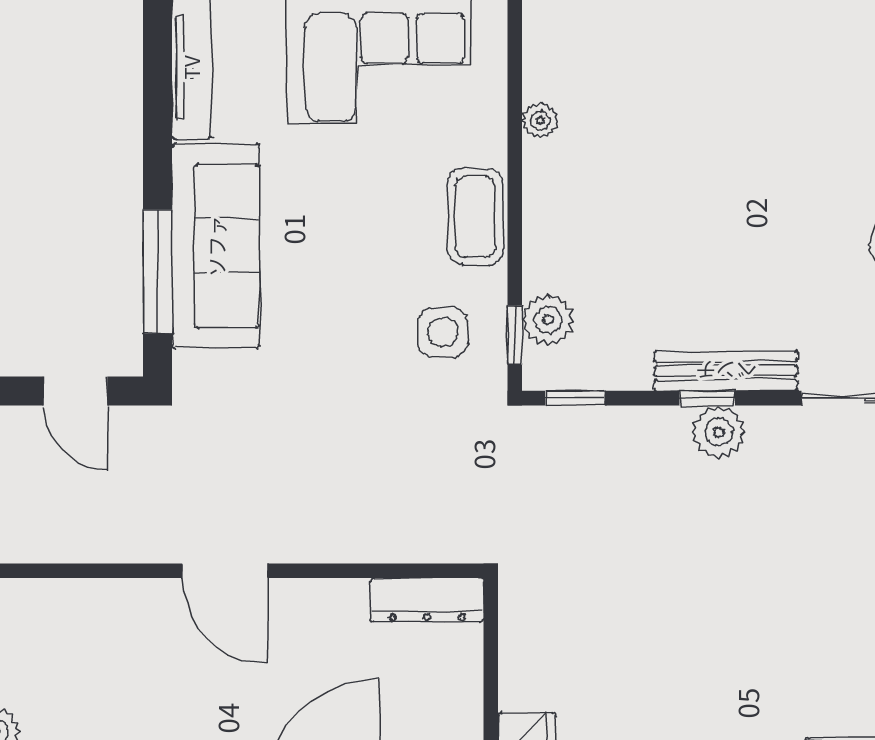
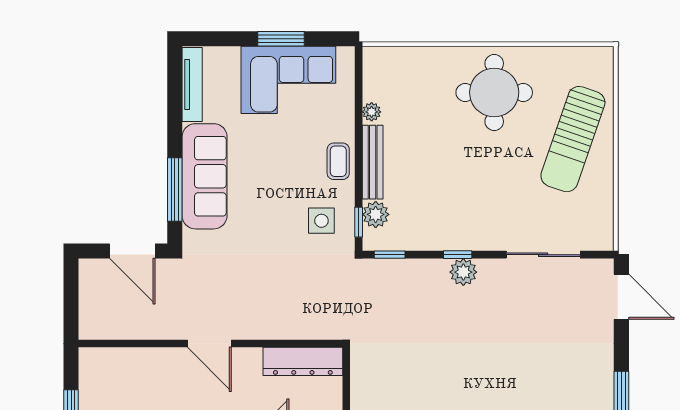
round table: (778, 83) -> (494, 92), added
coffee table: (475, 217) -> (338, 161), width x0.73, depth x0.77
bench: (726, 371) -> (373, 162), moved, turned 90
door: (75, 391) -> (132, 251), width x1.38
dresser: (427, 600) -> (303, 361), width x1.37, depth x1.24

